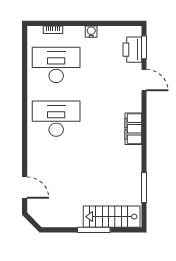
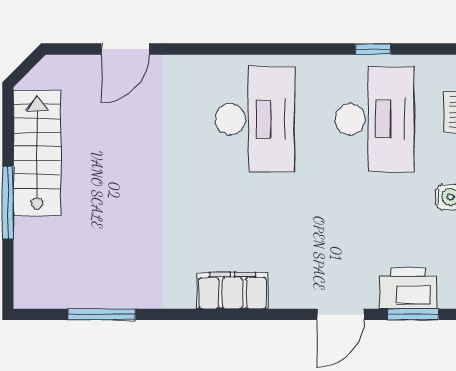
window: (25, 65) -> (373, 49), added
door: (25, 188) -> (125, 49), moved
stairs: (112, 217) -> (37, 153), moved

